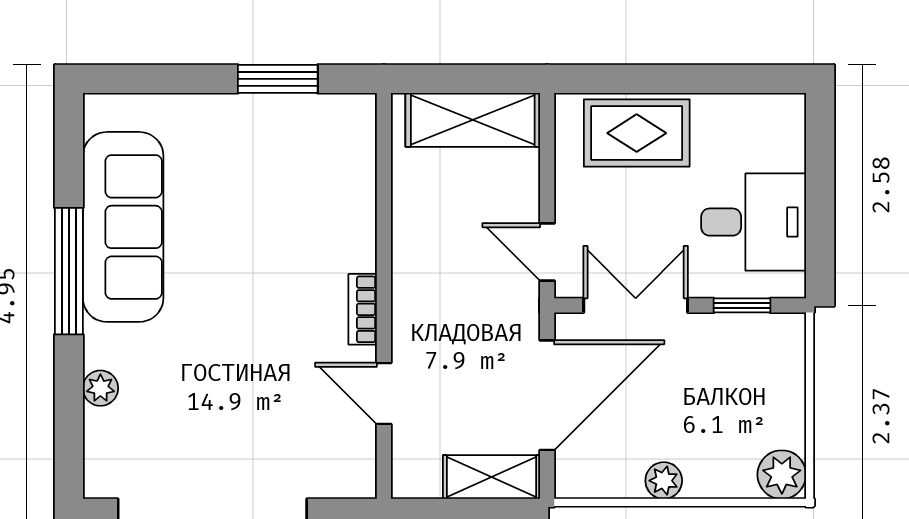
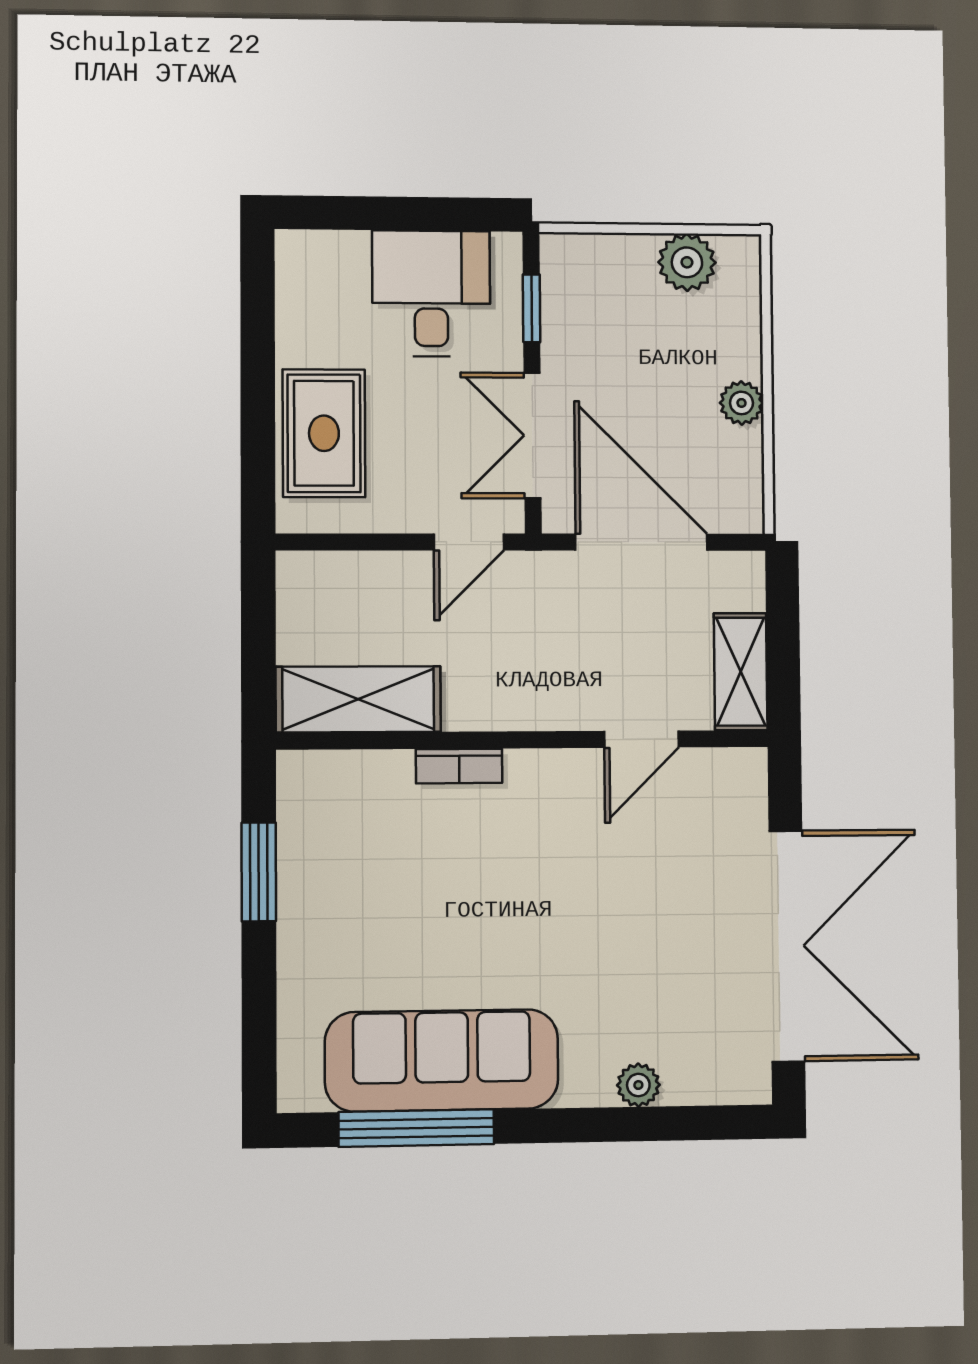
shelving: (473, 120) -> (358, 699), moved, turned 90
window: (69, 271) -> (416, 1128), moved
bookcase: (363, 309) -> (459, 766), moved
plant: (782, 475) -> (687, 262), moved
shelving: (491, 477) -> (741, 672), moved

